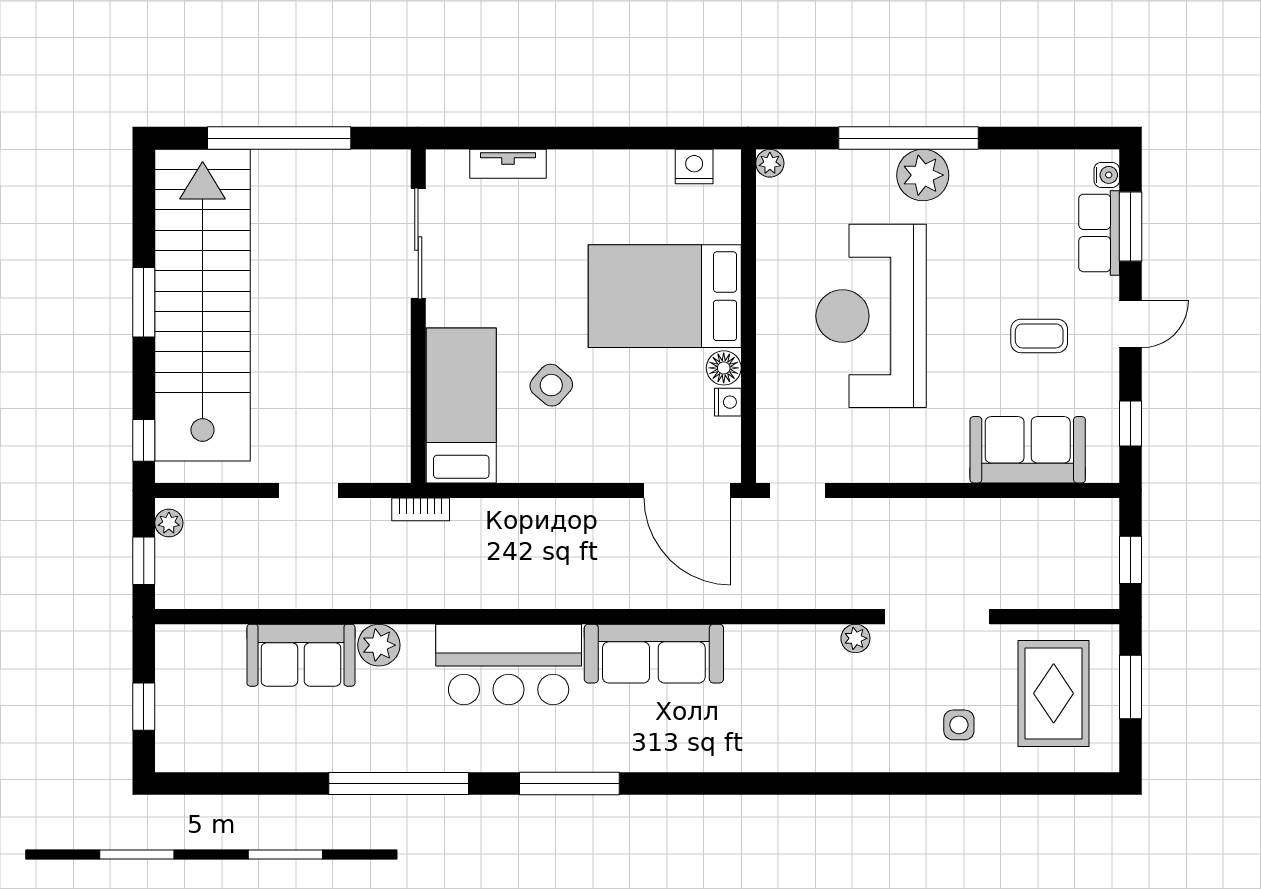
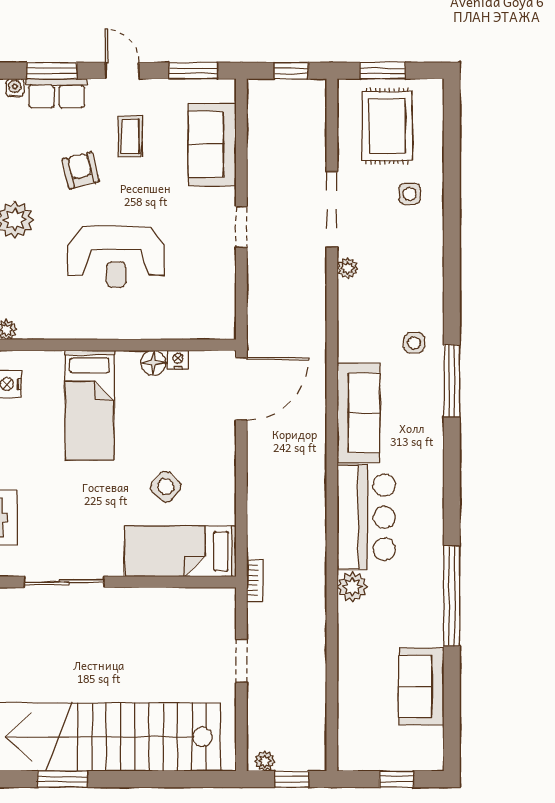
armchair: (992, 267) -> (81, 170), added
bed: (665, 296) -> (90, 405), width x0.67
window: (144, 302) -> (62, 779), moved
reception desk: (871, 316) -> (116, 257), width x0.74, depth x0.77
window: (1131, 424) -> (193, 71), width x1.50
window: (144, 440) -> (205, 779), removed
doorway: (798, 490) -> (241, 227), moved
plant: (379, 645) -> (352, 587), moved
sofa: (301, 655) -> (421, 686), moved, turned 180
rug: (1054, 693) -> (387, 126), turned 90
side table: (752, 731) -> (414, 343), added
window: (569, 784) -> (452, 381), moved

